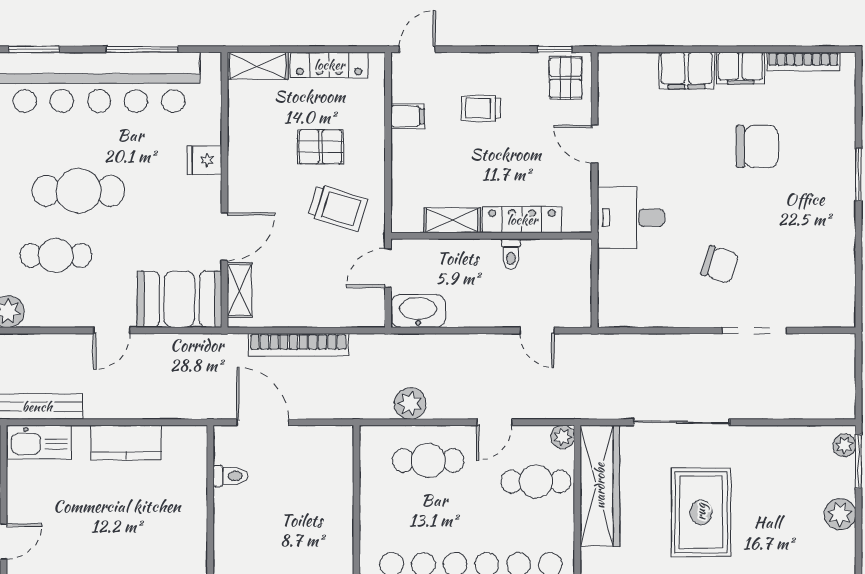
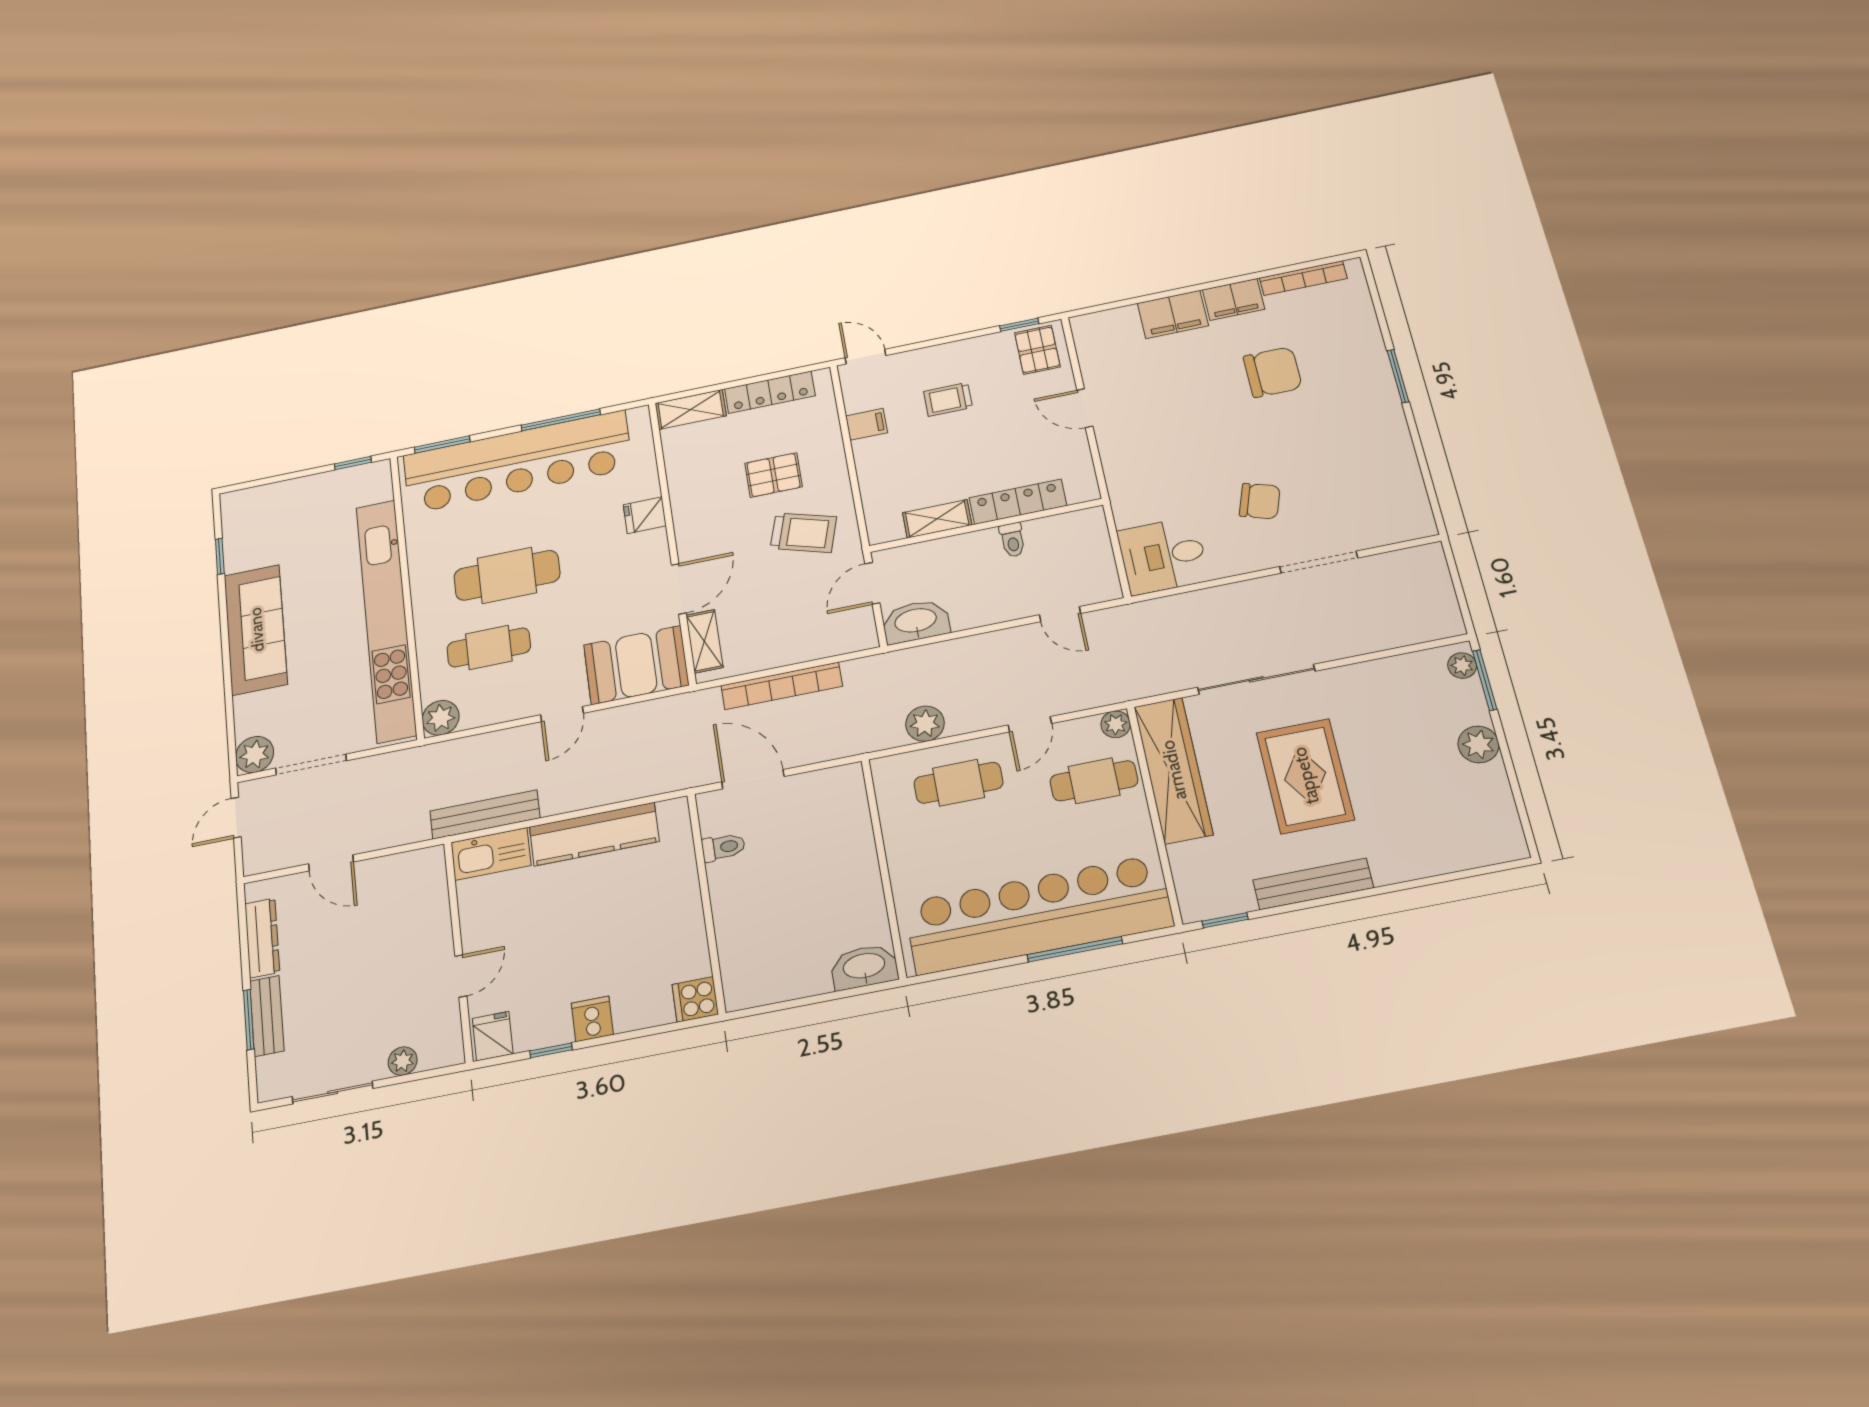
door: (417, 49) -> (865, 357), hinge flipped
desk: (631, 218) -> (1163, 556), moved
kitchen counter: (126, 443) -> (594, 834), width x1.50

